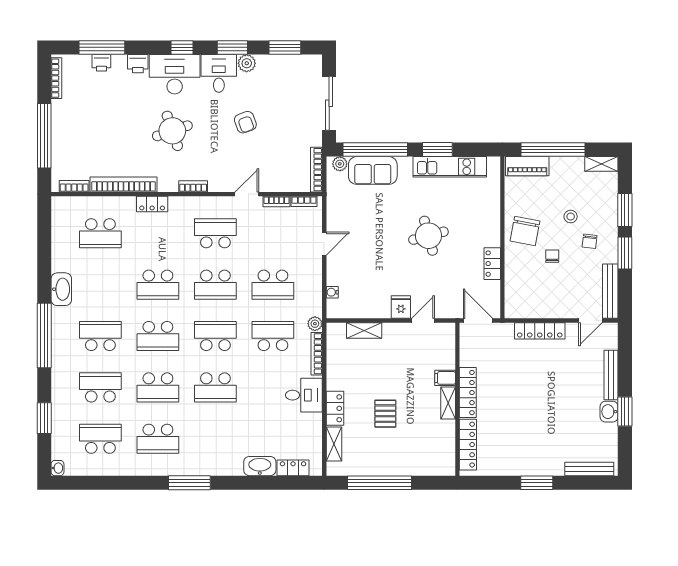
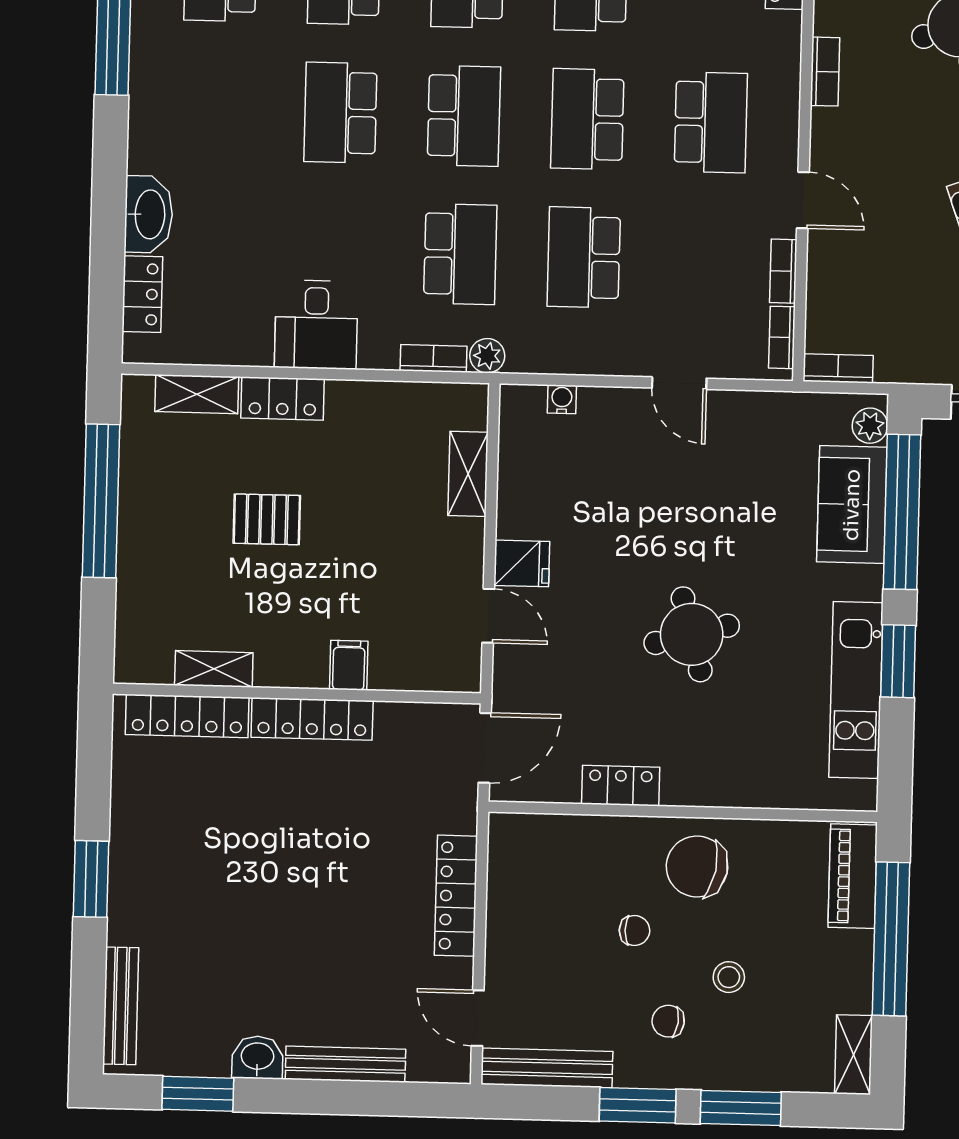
bookcase: (316, 170) -> (838, 368), width x0.64
bookcase: (317, 354) -> (433, 358), width x0.64
shelving: (448, 403) -> (214, 669), moved
window: (625, 411) -> (198, 1094), moved

